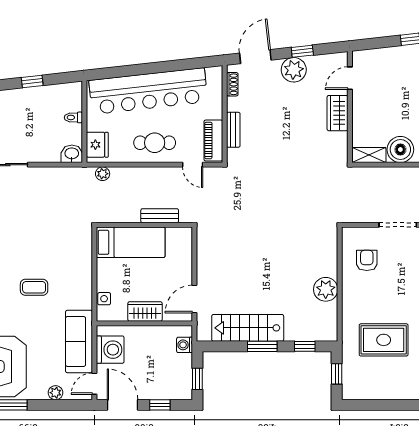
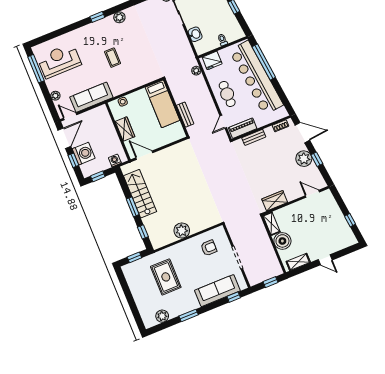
window: (130, 71) -> (264, 62), added
wardrobe: (337, 113) -> (275, 201), moved
washbasin: (72, 154) -> (195, 34), moved
washing machine: (110, 350) -> (84, 154), moved, turned -90

